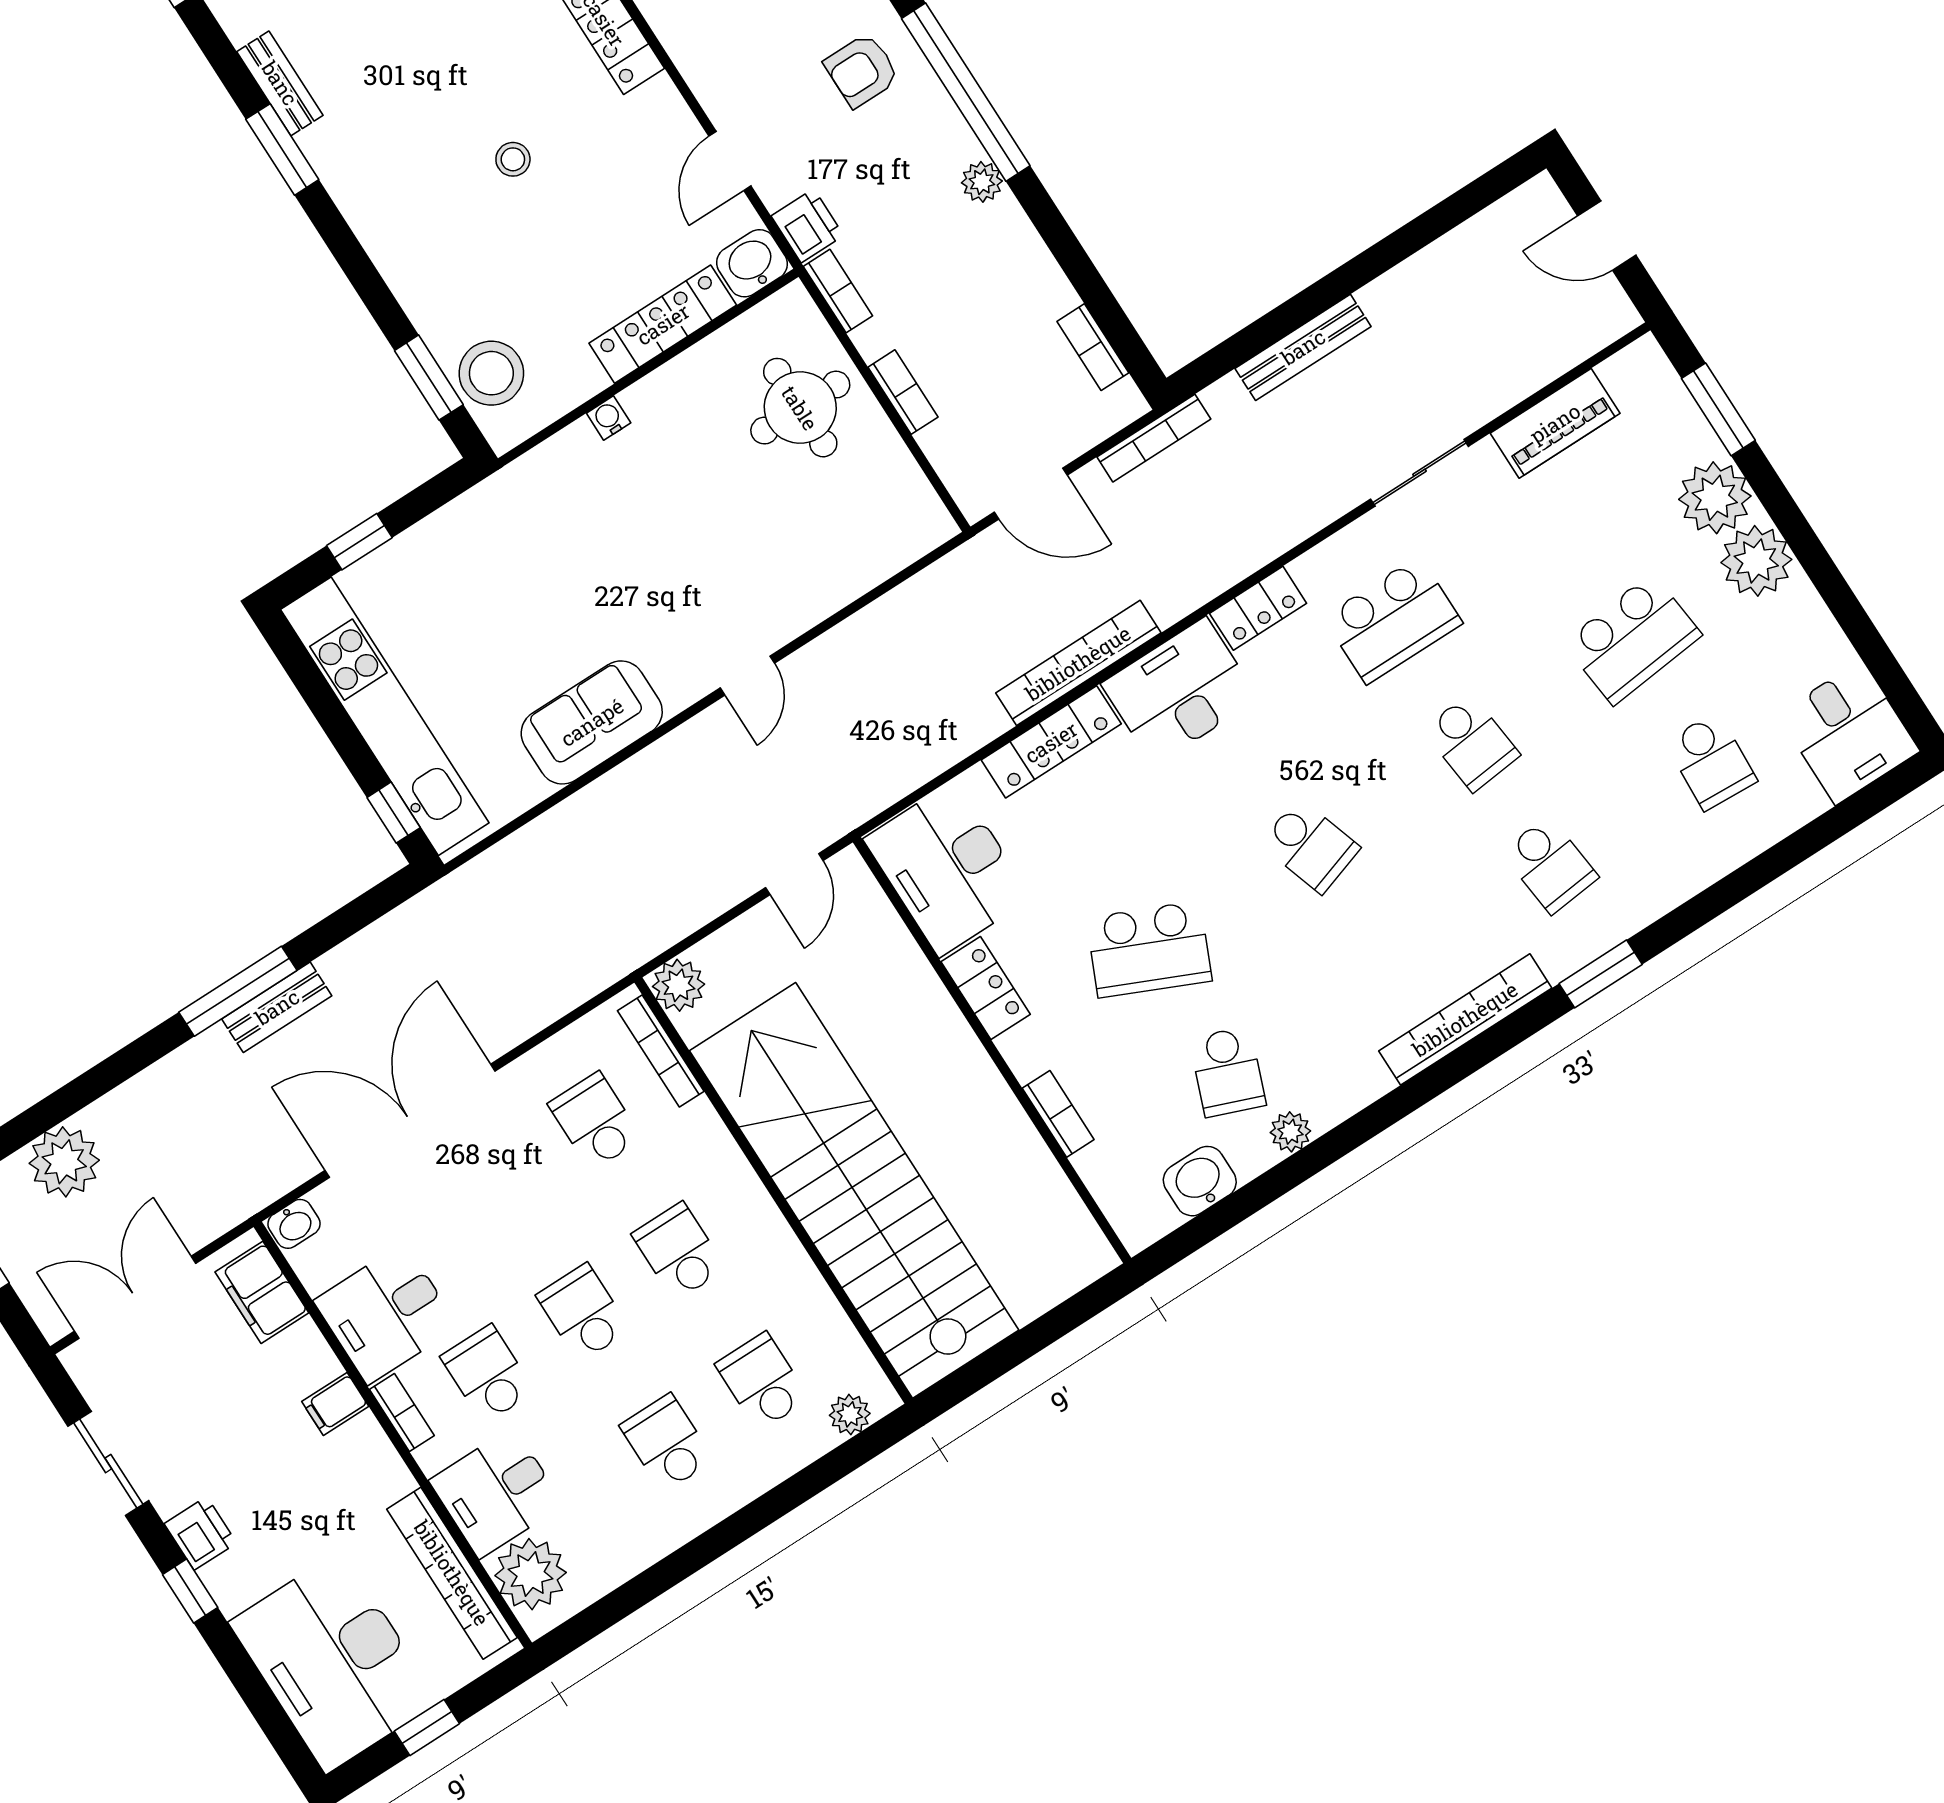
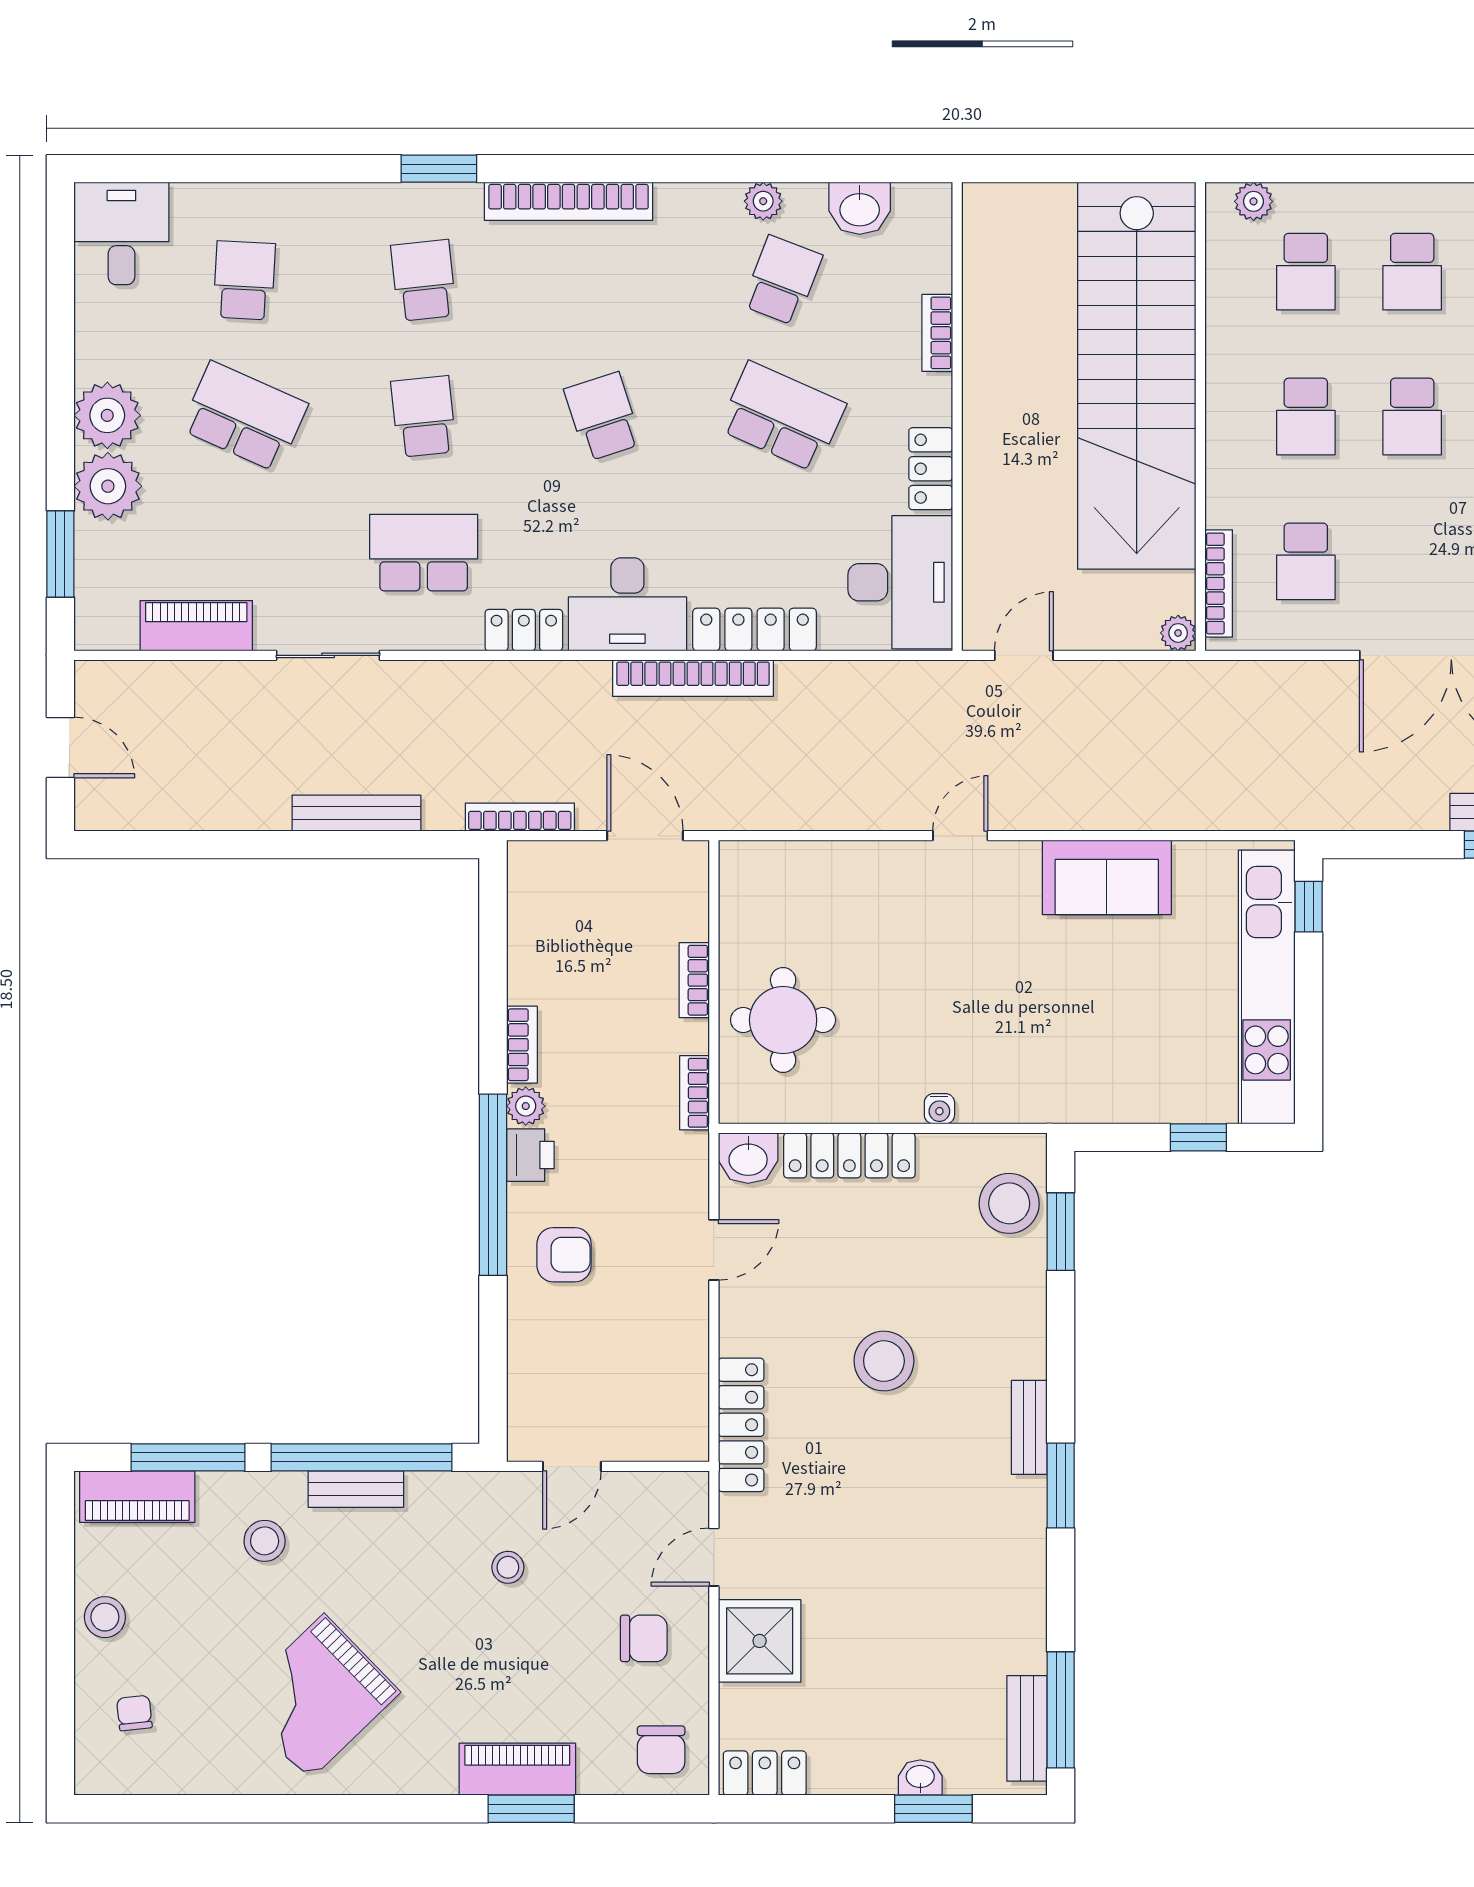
bench: (280, 83) -> (1029, 1427), moved
stool: (513, 159) -> (884, 1361), width x1.89, depth x1.89
printer: (807, 226) -> (530, 1155), moved, turned 180
bookcase: (1093, 347) -> (522, 1045), moved
school desk: (1633, 639) -> (244, 417), turned 30
plant: (678, 985) -> (1178, 633), width x0.73, depth x0.73

